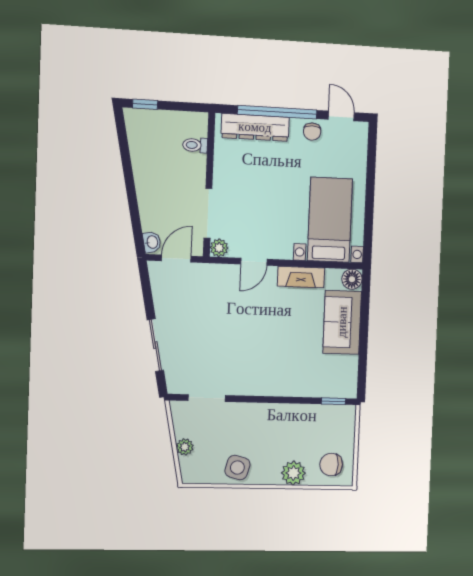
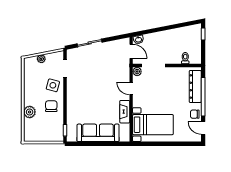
door: (341, 116) -> (203, 128), swing flipped
floor lamp: (352, 279) -> (125, 137), removed
sofa: (342, 322) -> (98, 133), width x1.36
chair: (331, 464) -> (51, 106), moved
side table: (237, 467) -> (53, 85), moved

